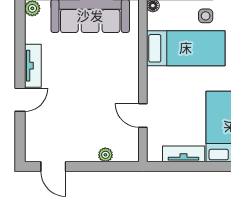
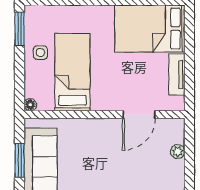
door: (143, 116) -> (139, 115), width x1.38

